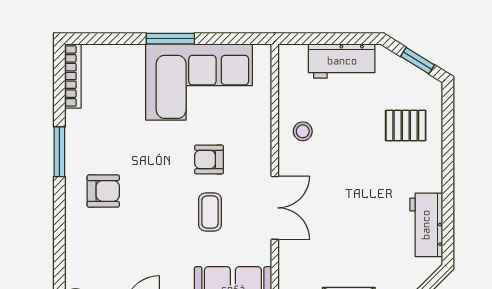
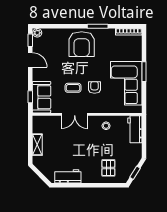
workbench: (342, 61) -> (135, 129), moved
armchair: (103, 191) -> (82, 44), width x1.88, depth x1.88

